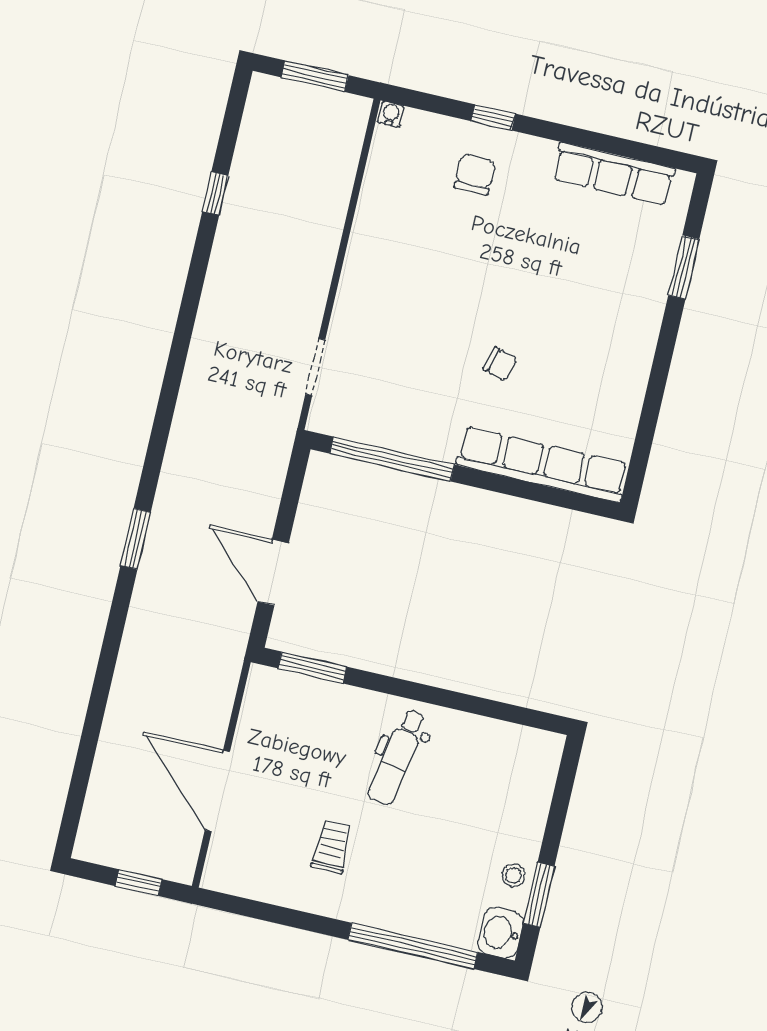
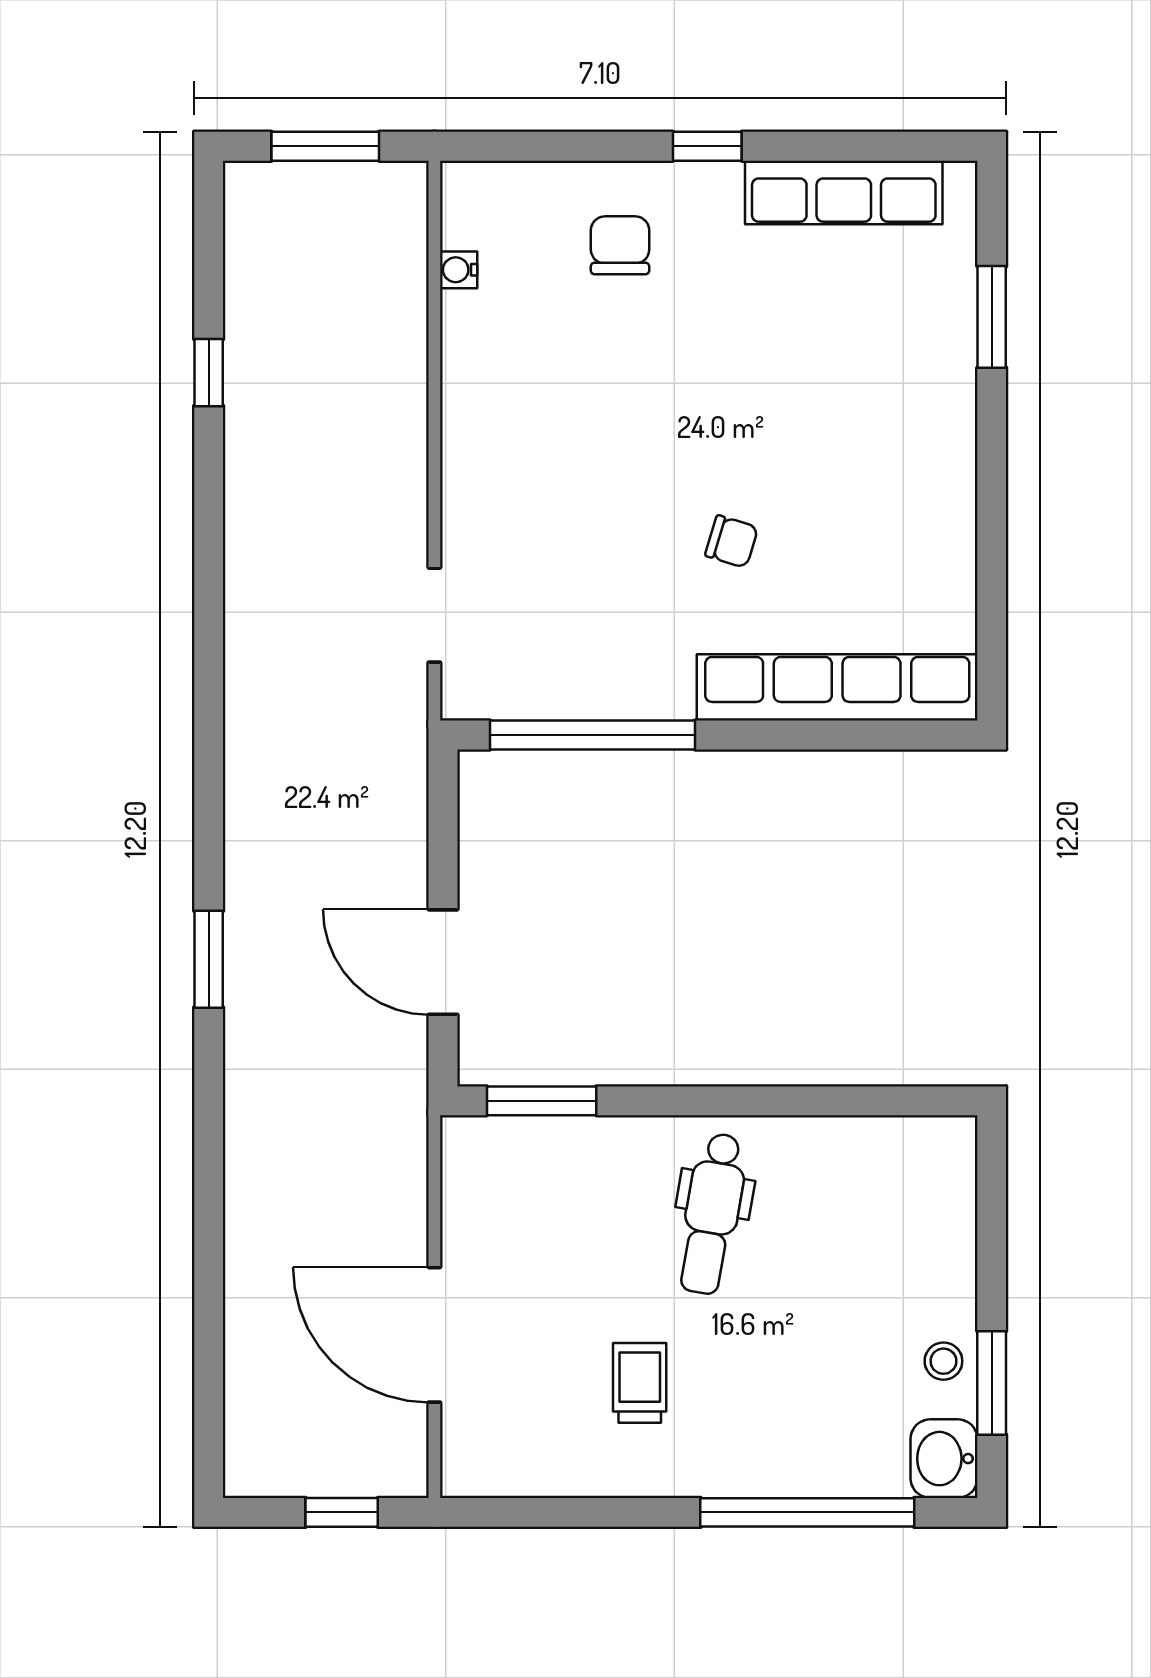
water cooler: (391, 114) -> (459, 270), moved, turned -90
window: (493, 117) -> (707, 146), moved

